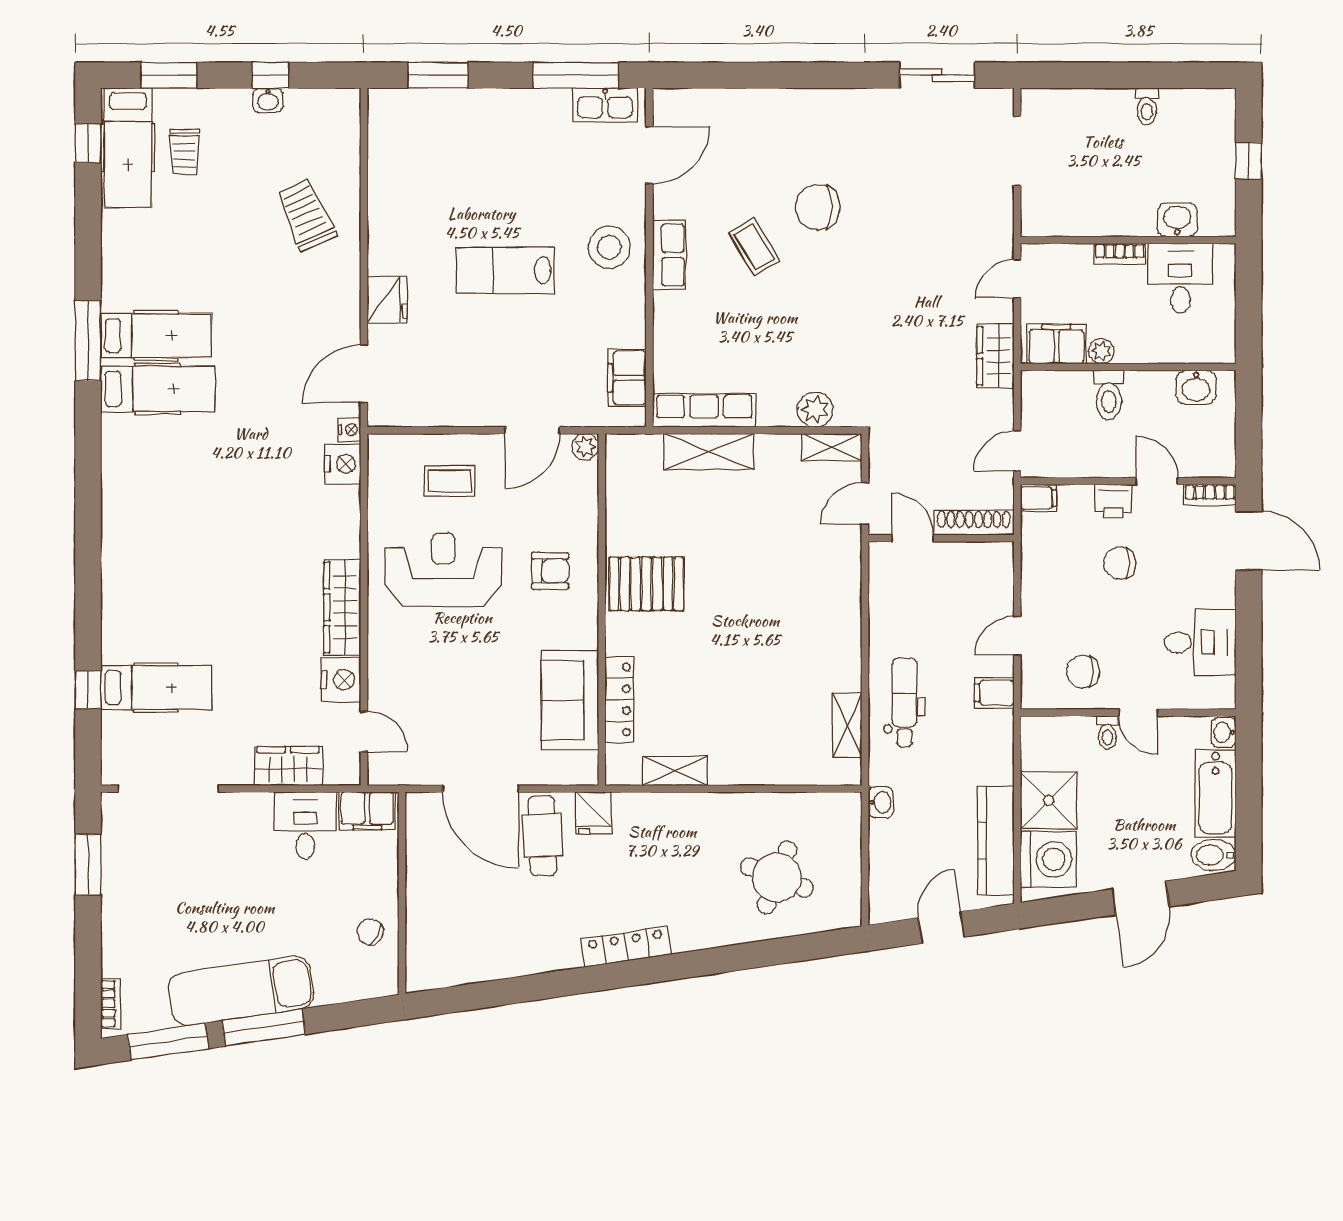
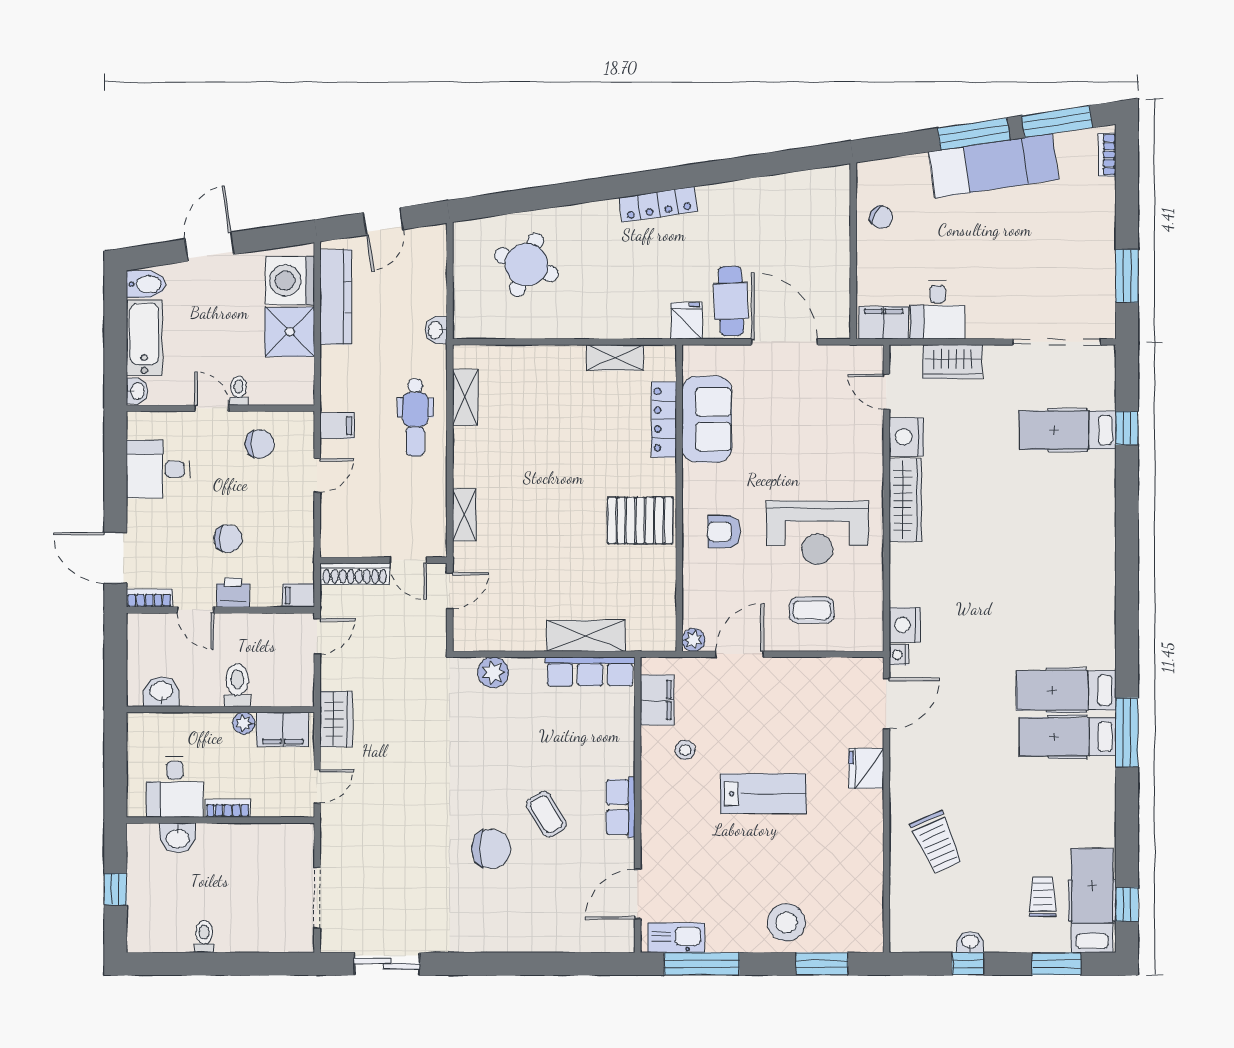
stool: (479, 123) -> (786, 922), added
stool: (609, 247) -> (685, 750), moved, width x0.53, depth x0.53
shelving: (832, 447) -> (464, 515), moved, turned 90

